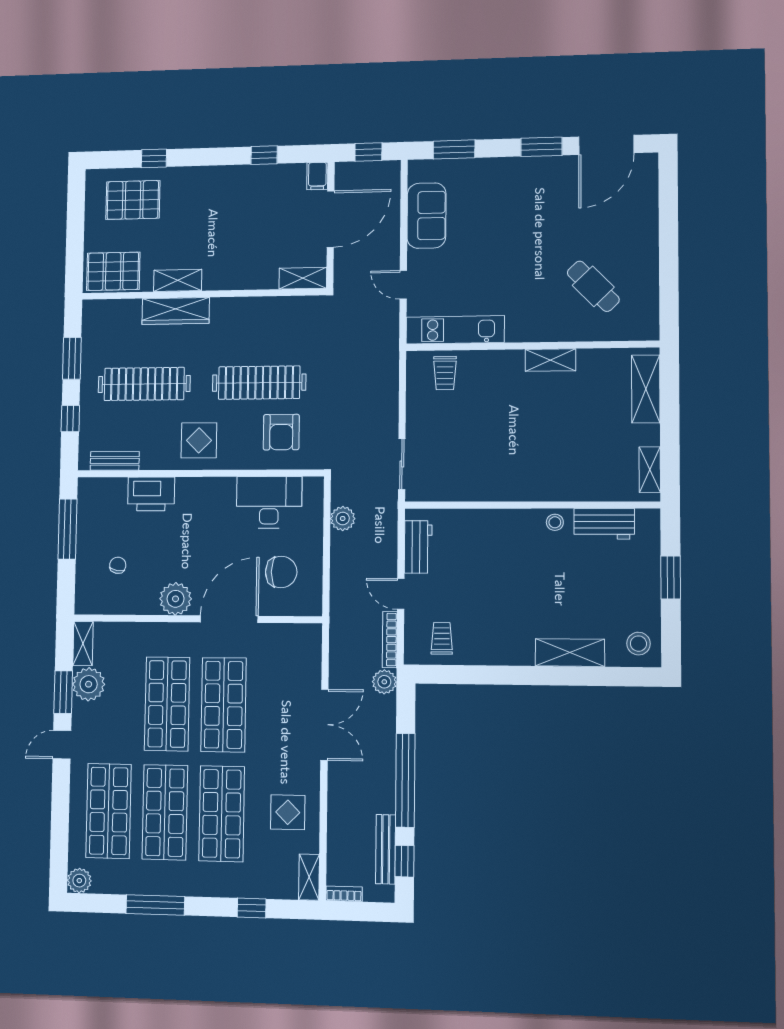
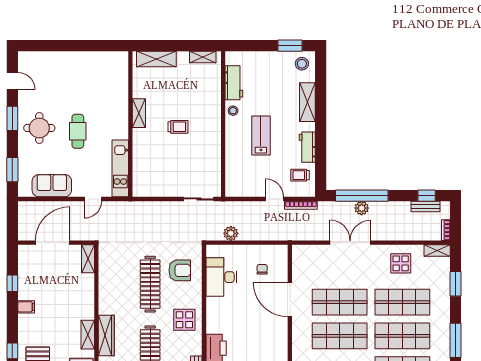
door: (606, 145) -> (12, 81), width x0.53
window: (368, 152) -> (12, 220), removed
filing cabinet: (317, 176) -> (26, 307), moved
round table: (525, 192) -> (39, 128), added
door: (331, 219) -> (53, 243), hinge flipped
cafe table: (593, 286) -> (78, 131), moved, turned -46
trolley: (445, 373) -> (178, 127), moved
workbench: (418, 547) -> (307, 147), moved, turned -90
lab bench: (511, 571) -> (261, 135), added
chair: (281, 572) -> (262, 269), width x0.54, depth x0.54
window: (671, 577) -> (290, 46), moved
door: (401, 594) -> (275, 199), swing flipped
plant: (176, 599) -> (278, 332), removed
plant: (384, 682) -> (362, 208), moved
window: (405, 780) -> (362, 196), moved
bench: (386, 849) -> (425, 207), width x0.73
window: (252, 908) -> (456, 284), width x1.50

